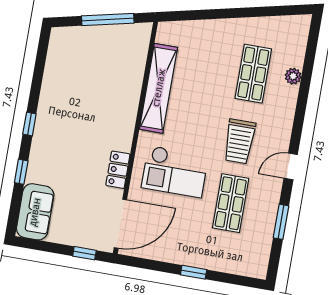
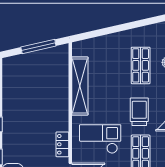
trolley: (239, 141) -> (139, 112), turned 180
checkout: (175, 172) -> (100, 139), turned 180

